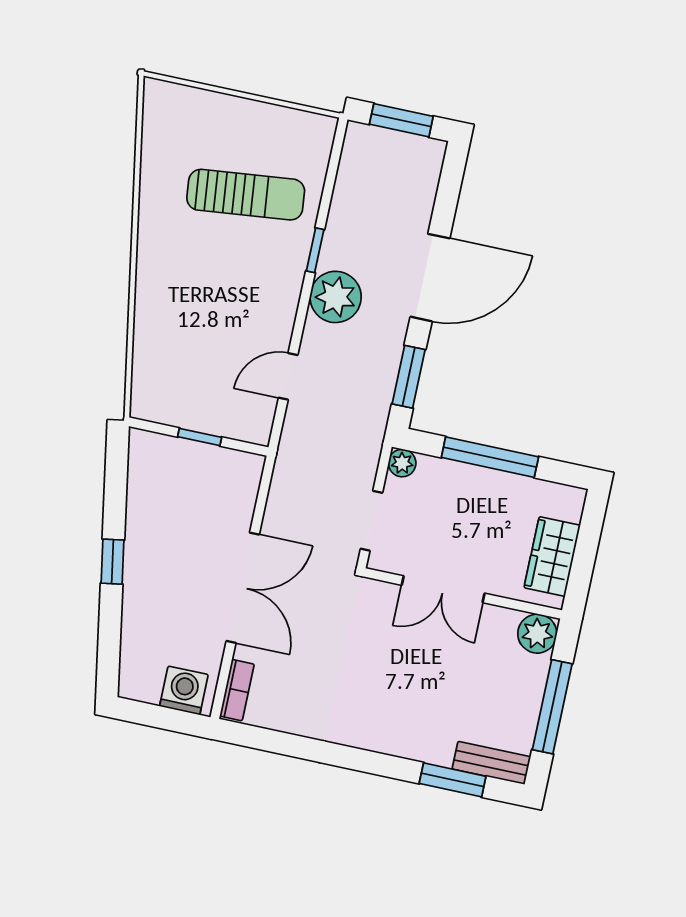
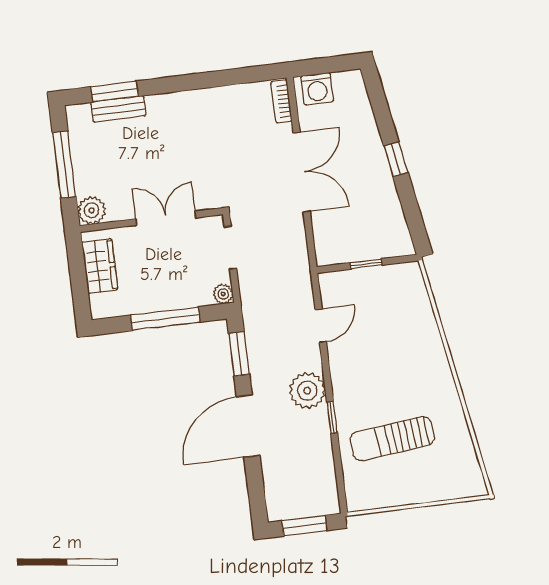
double door: (243, 588) -> (302, 172), swing flipped
bench: (491, 763) -> (118, 109), moved

